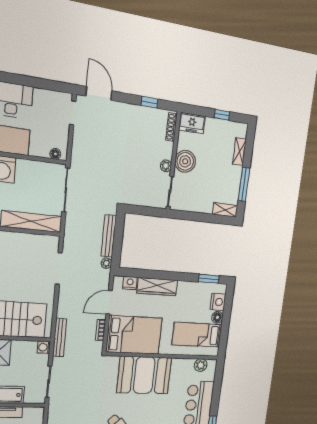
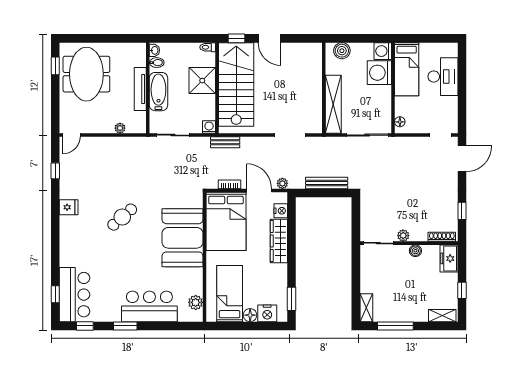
shelving: (239, 152) -> (442, 316), moved
boiler: (185, 161) -> (415, 251), width x0.54, depth x0.54
plant: (106, 263) -> (282, 183), moved
bench: (60, 337) -> (225, 142), width x0.73

